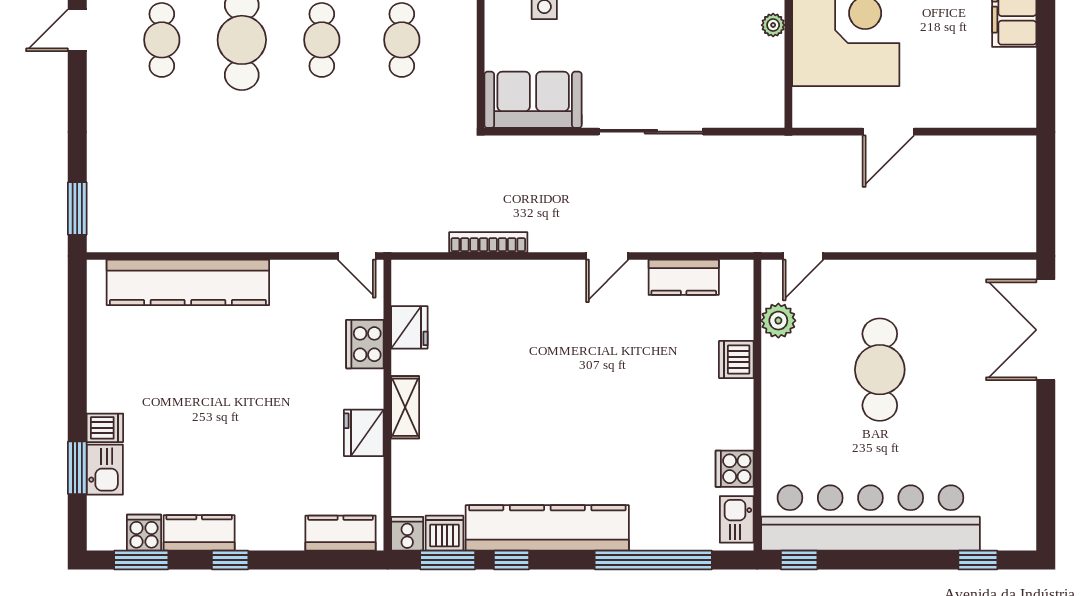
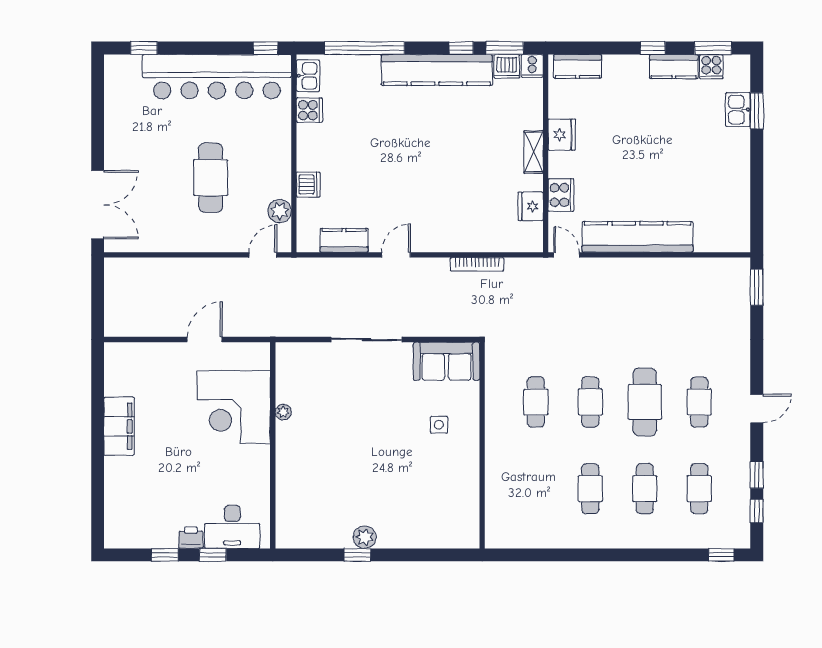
kitchen counter: (188, 282) -> (638, 237), moved
dishwasher: (105, 428) -> (738, 138), removed

